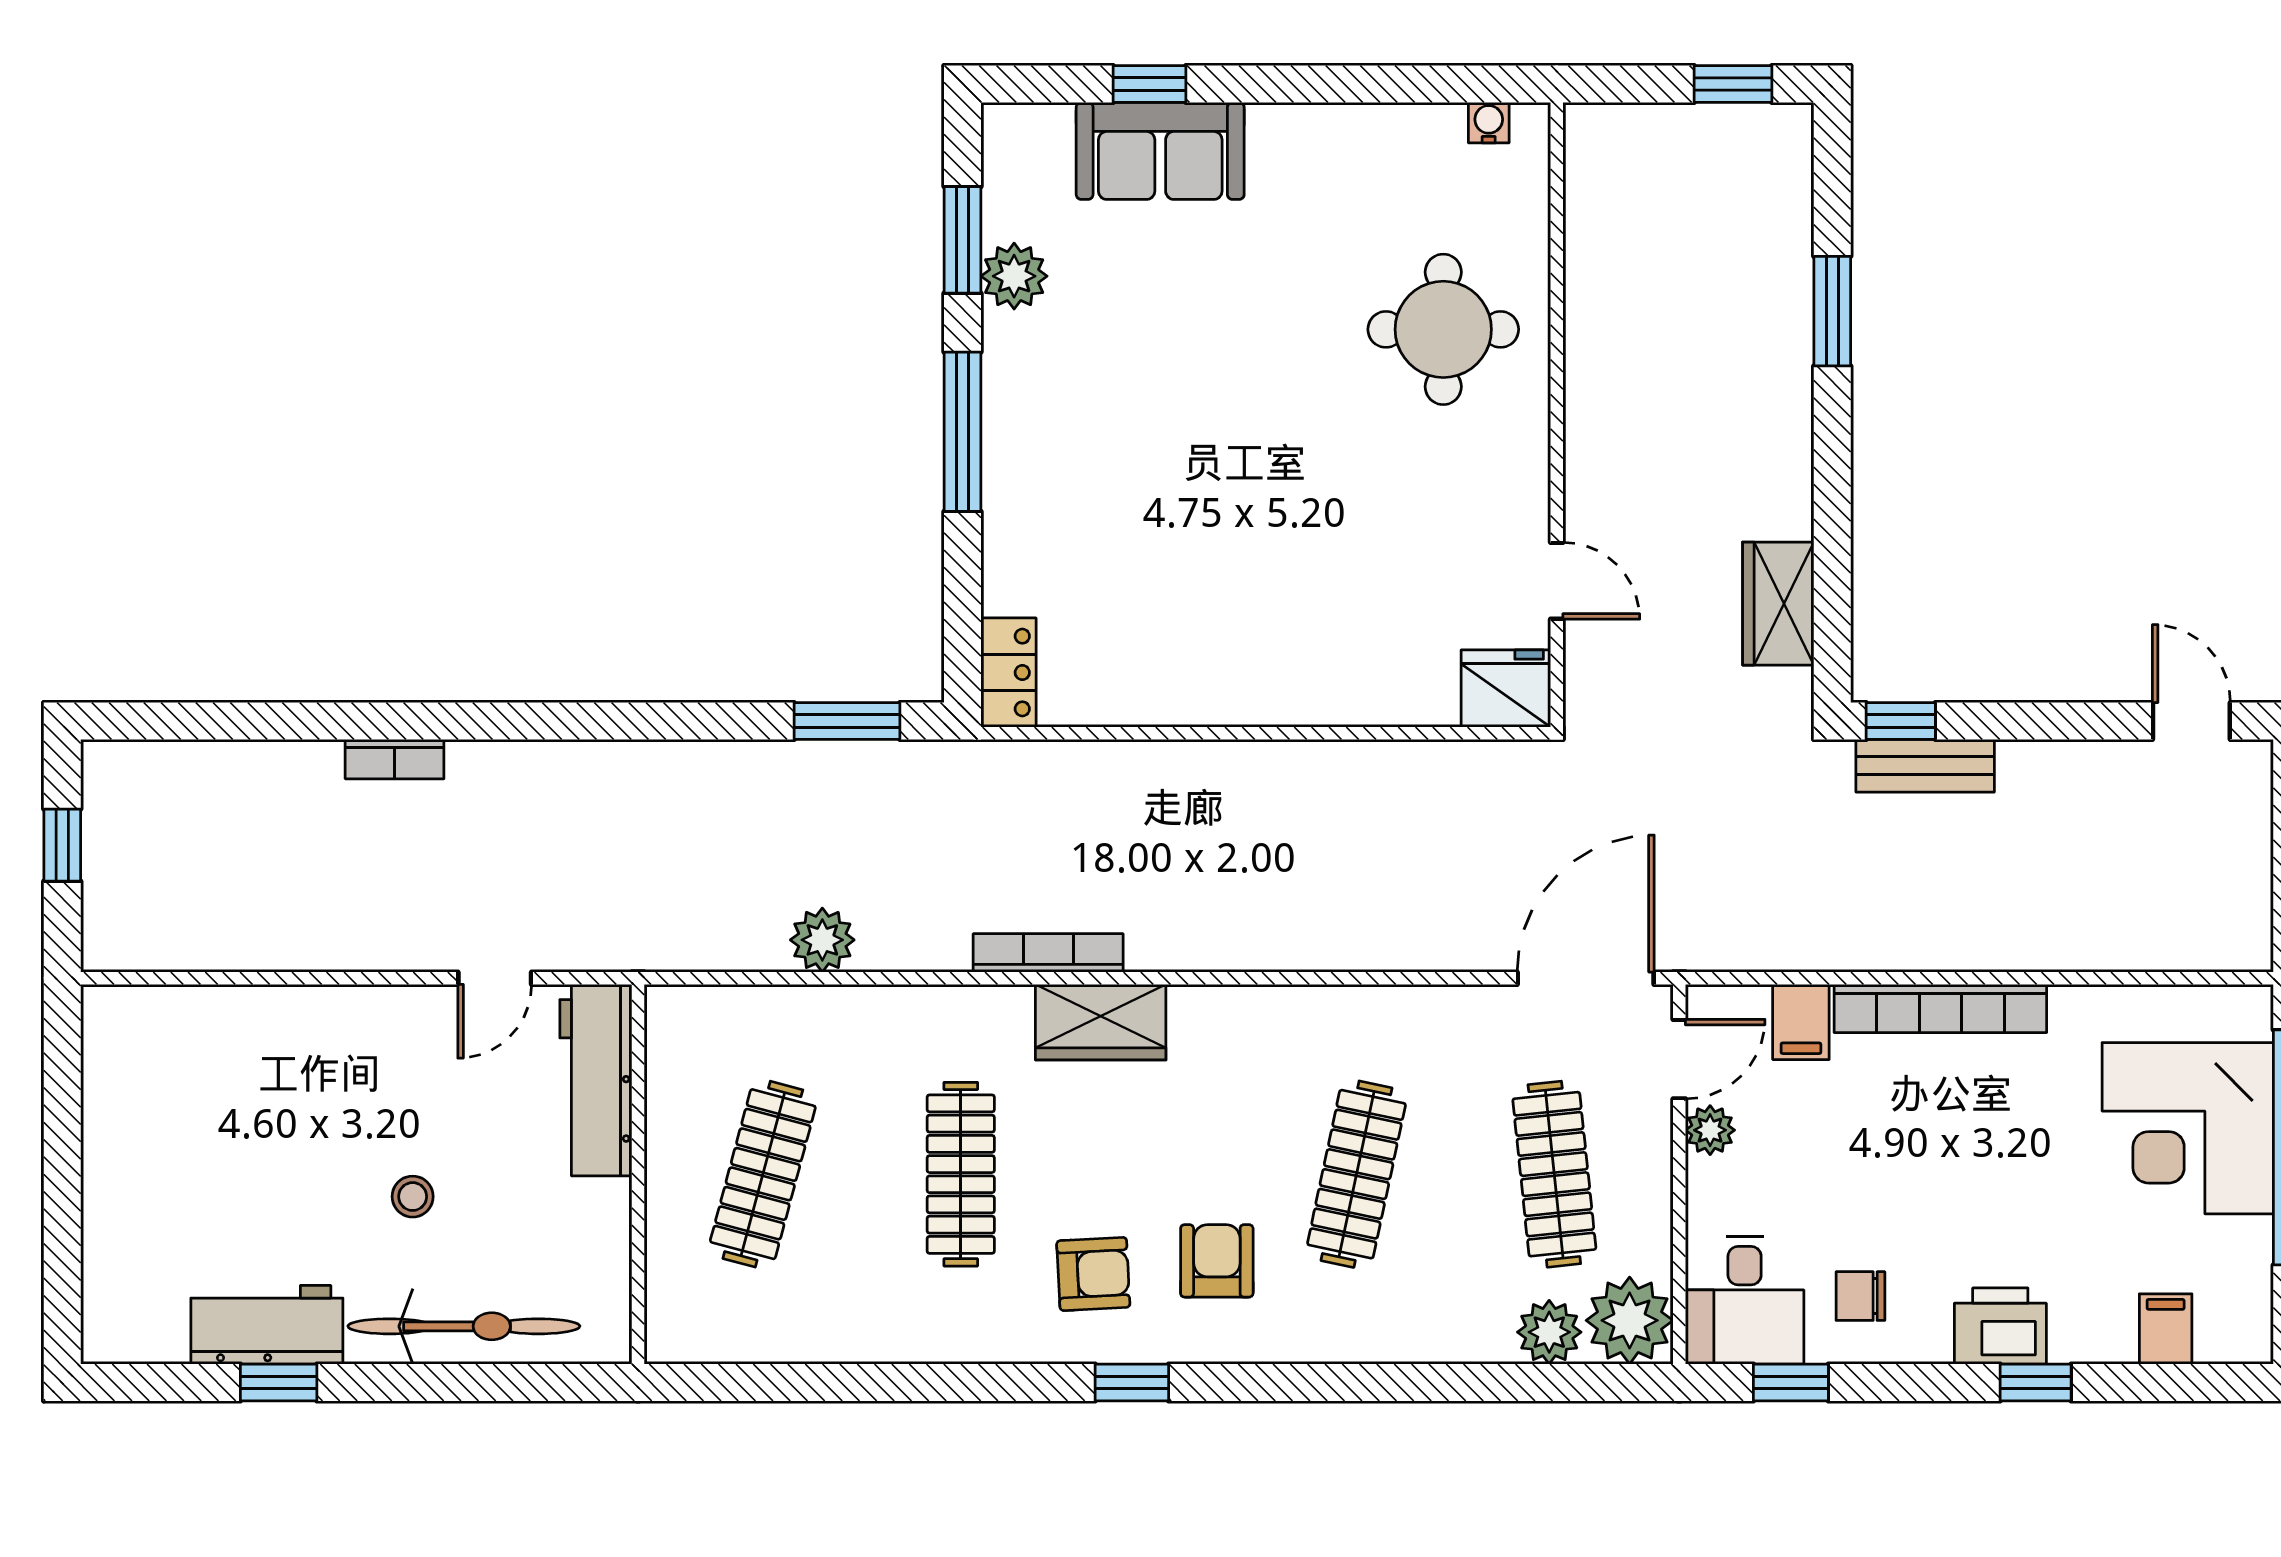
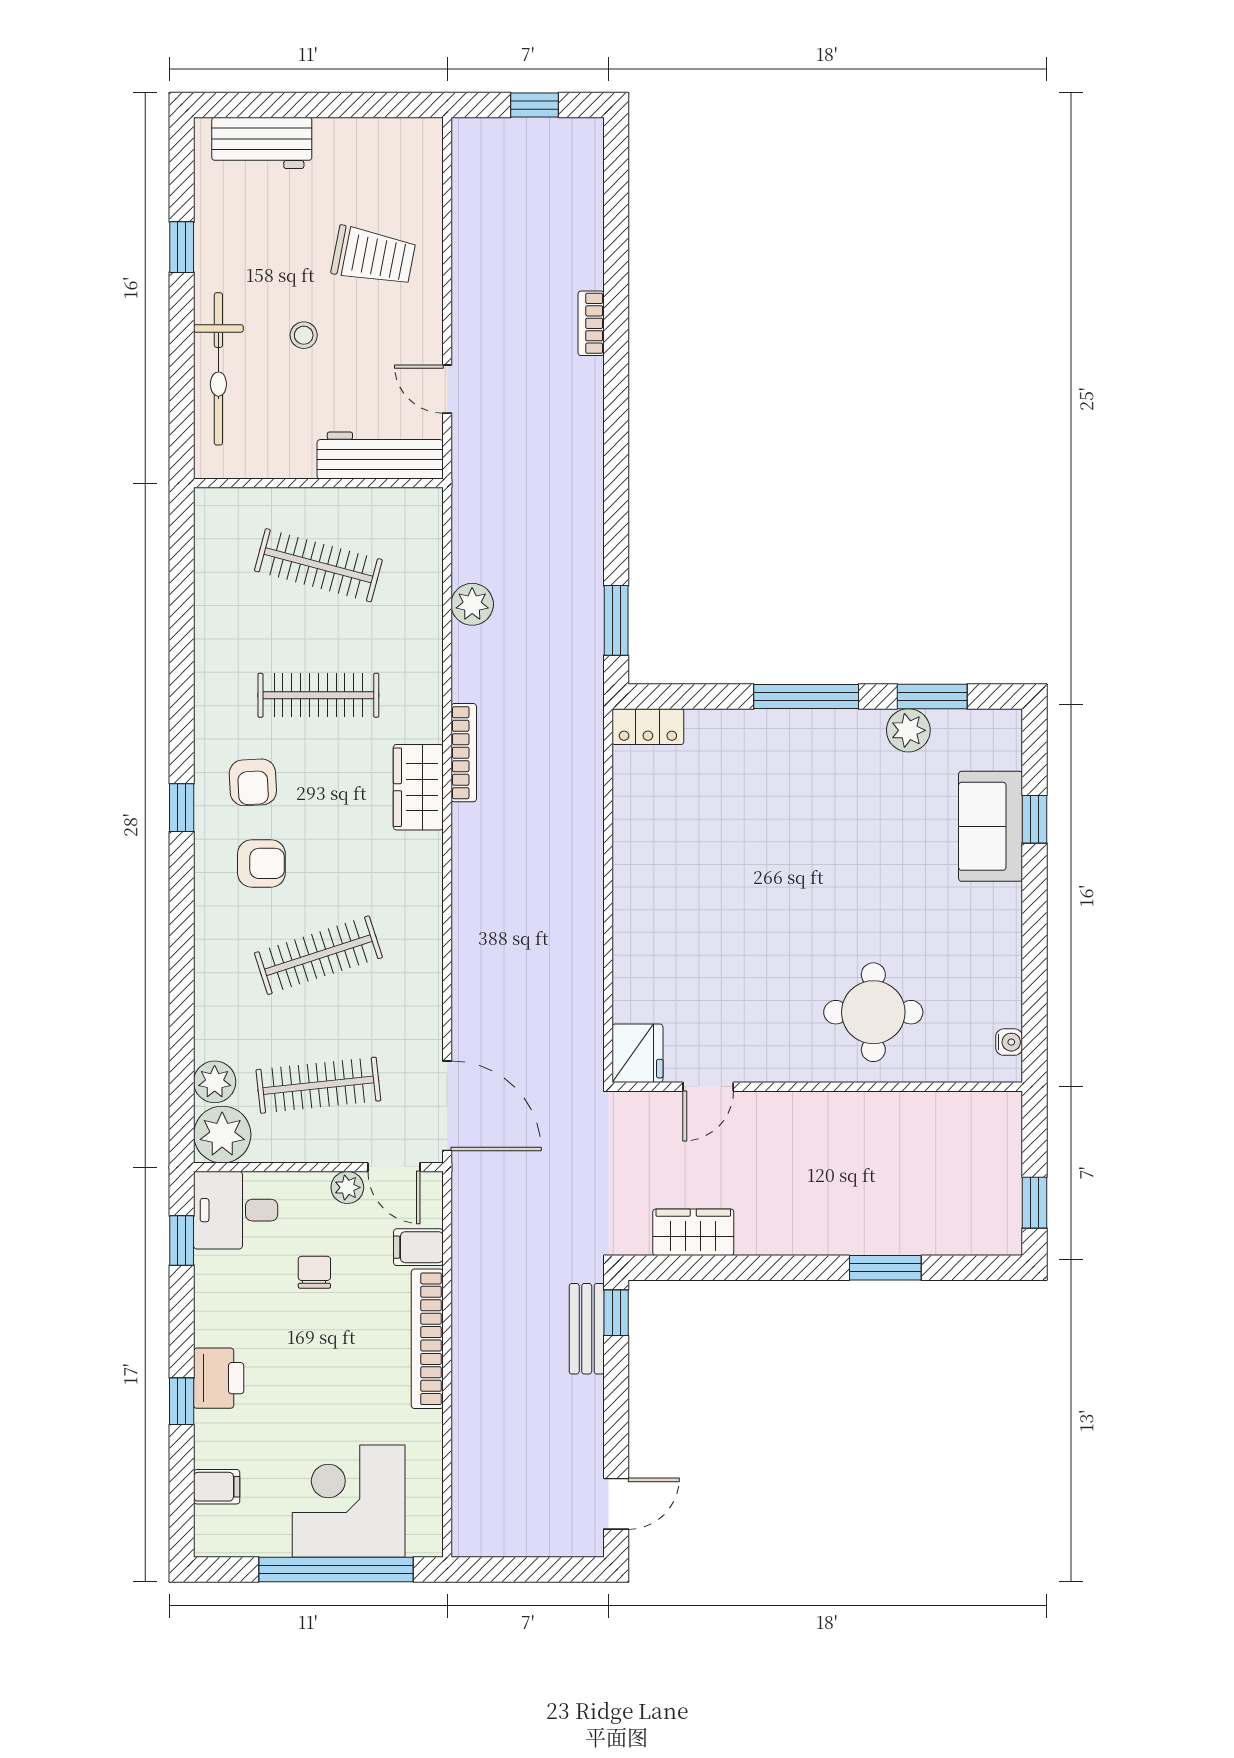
trolley: (292, 1090) -> (373, 256), added
clothes rail: (1356, 1174) -> (318, 955), turned -30
chair: (1860, 1296) -> (314, 1272), moved
workbench: (267, 1325) -> (262, 143), moved, turned 90

